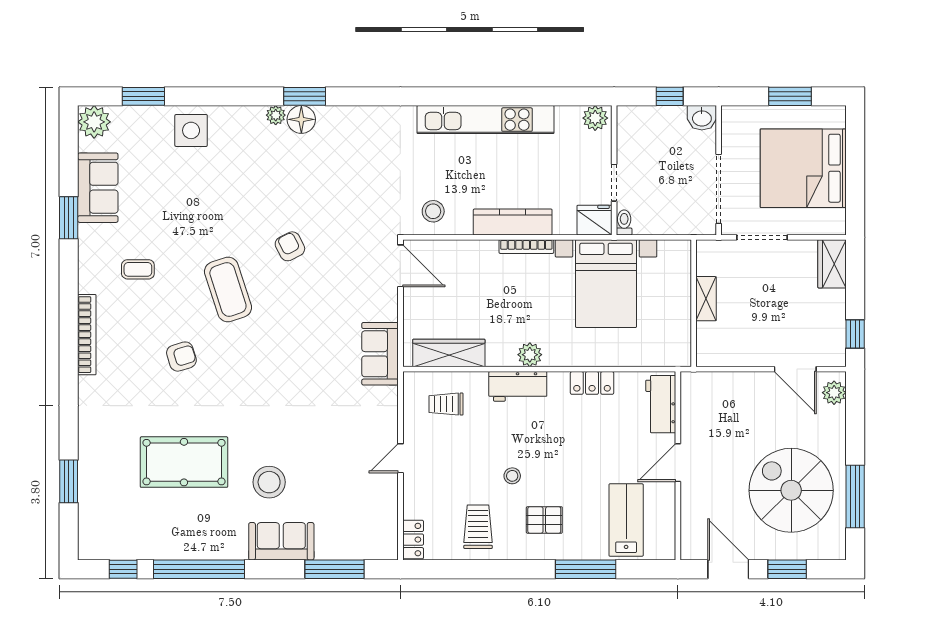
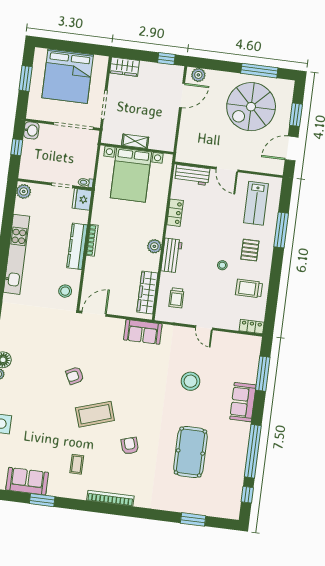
bed with nightstands: (606, 284) -> (131, 175), moved, turned 90
stool: (269, 482) -> (190, 381), moved
lab bench: (626, 520) -> (256, 203), turned -90

